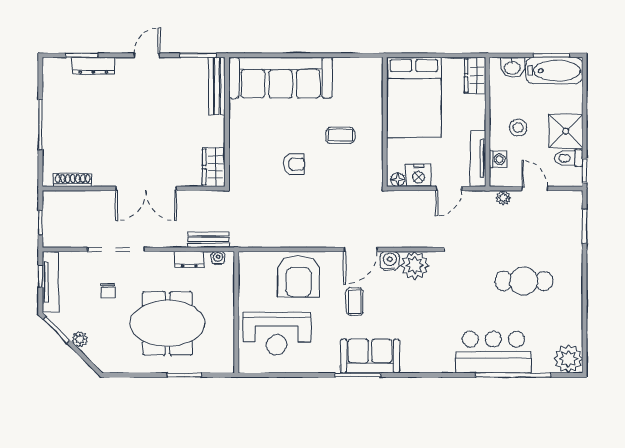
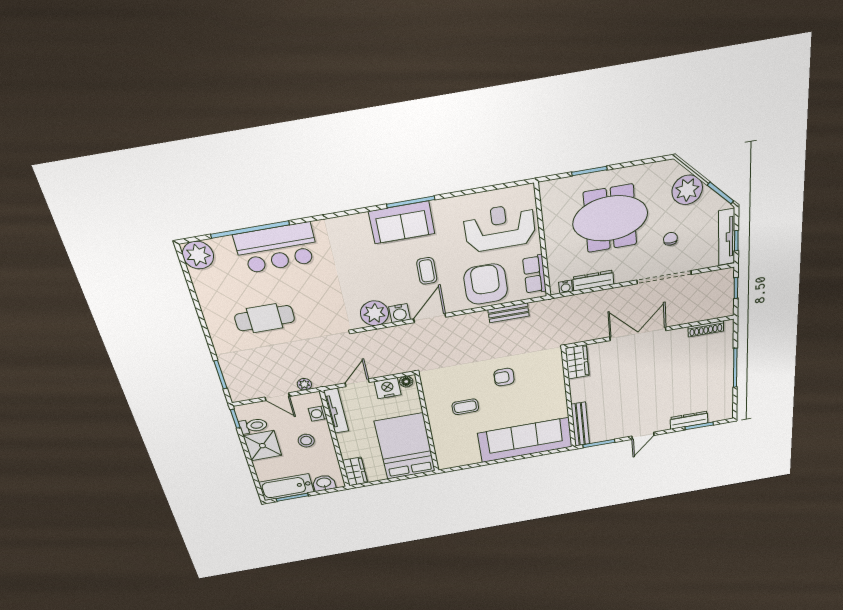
bench: (208, 240) -> (509, 313), moved
dresser: (189, 259) -> (593, 281), width x1.44
row of seats: (248, 278) -> (534, 274), added
plant: (80, 339) -> (687, 190), width x1.88, depth x1.88

